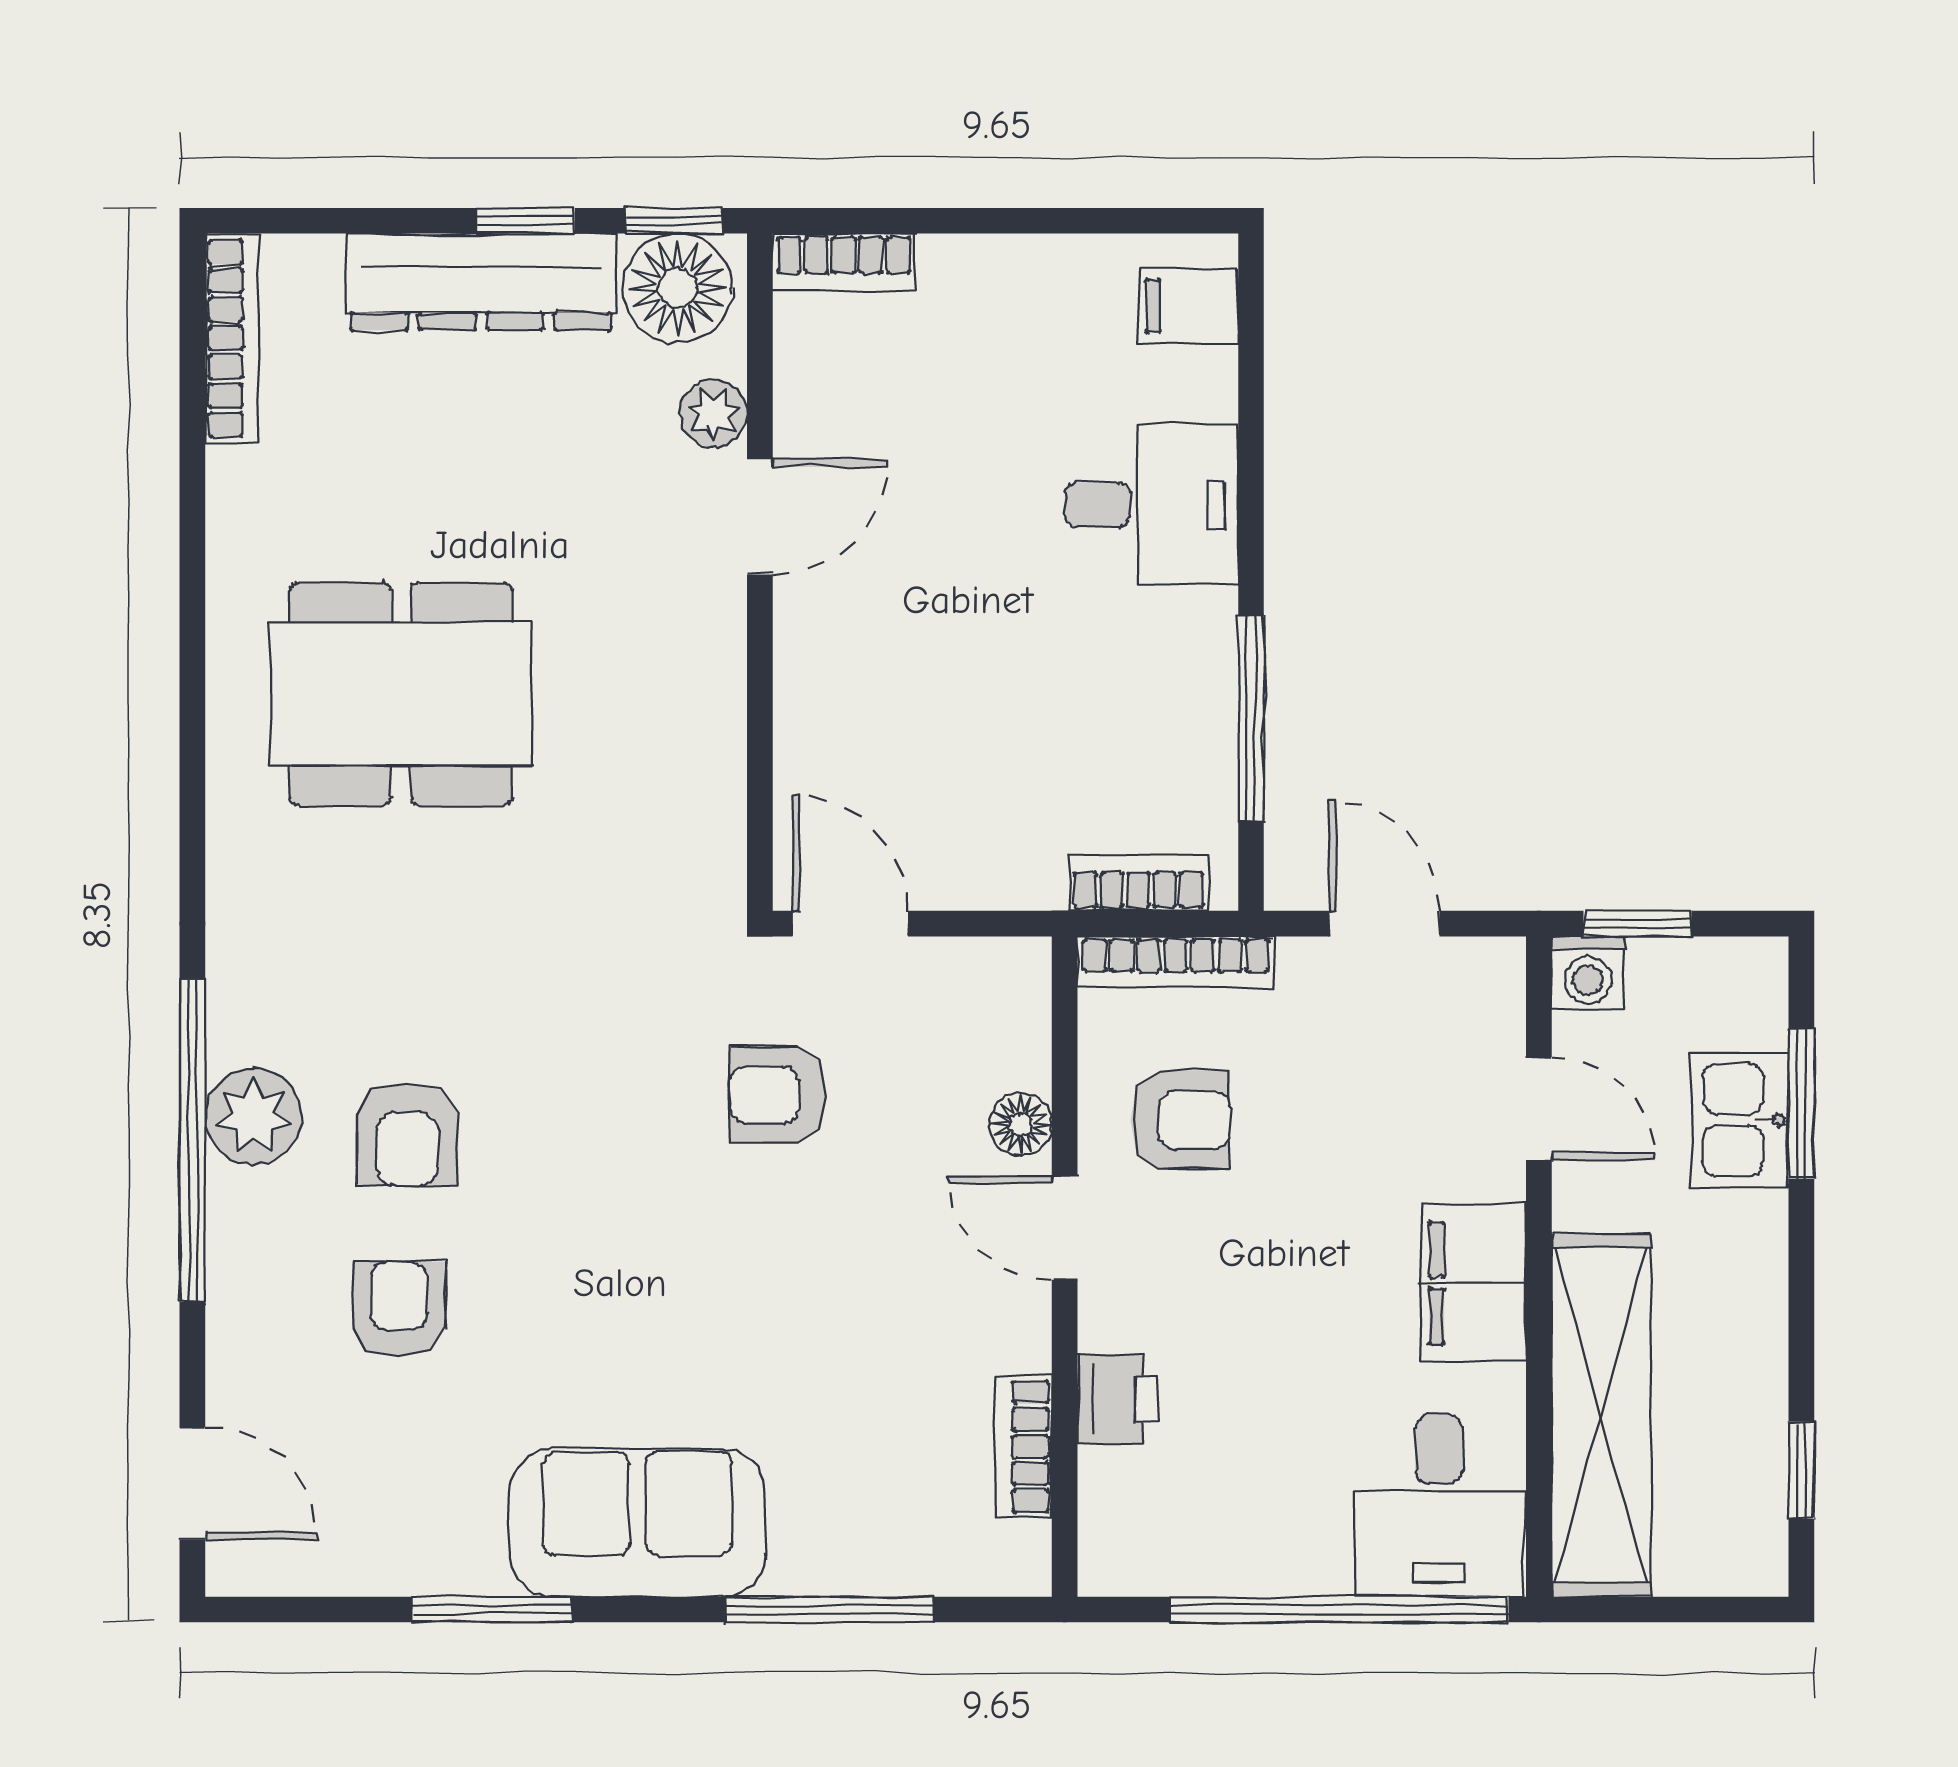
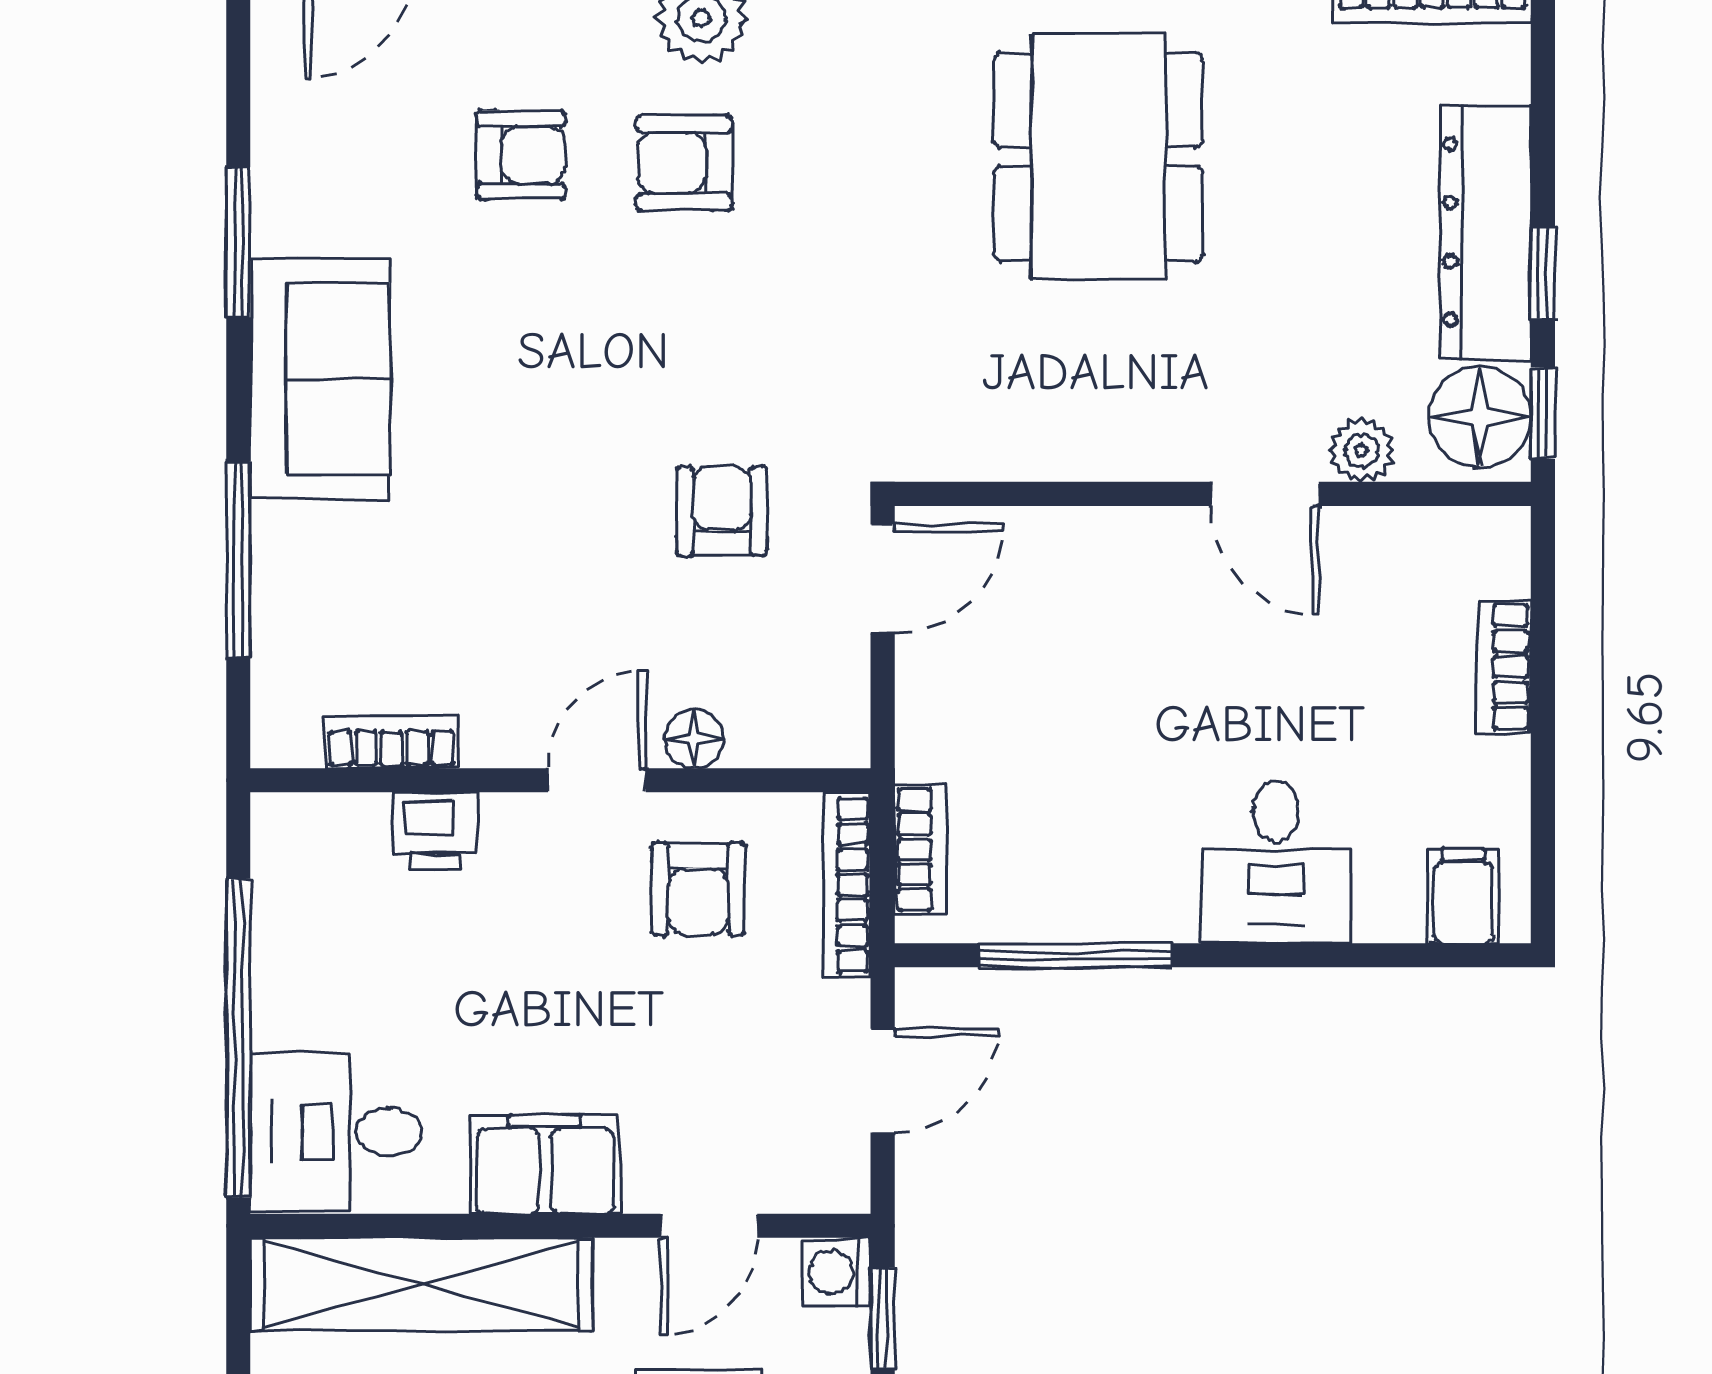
bookcase: (844, 262) -> (1504, 667), moved

